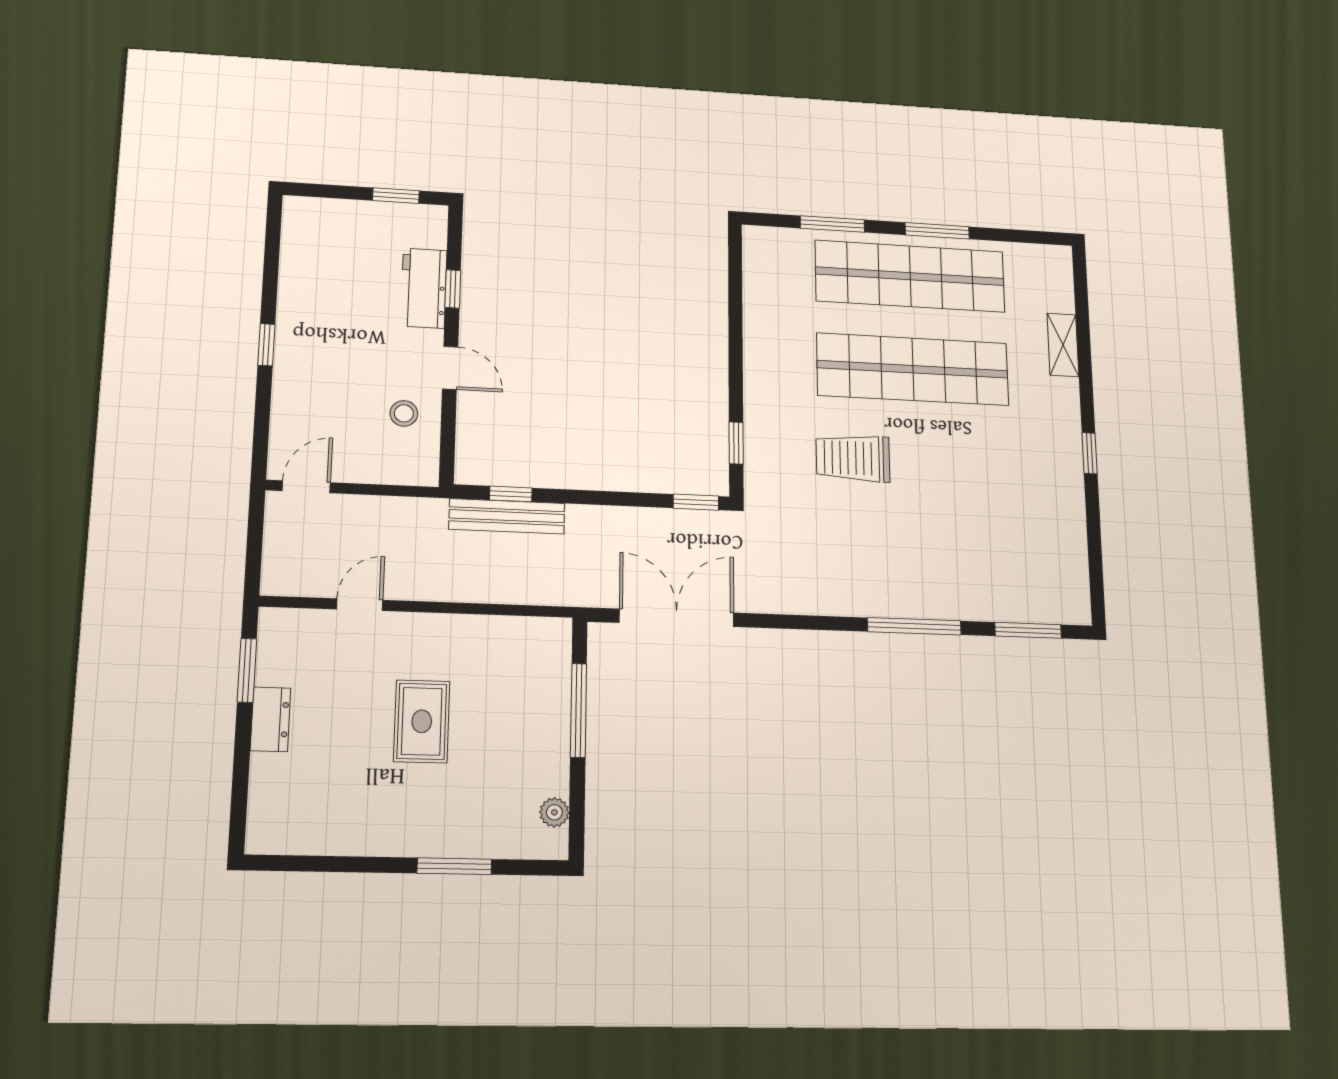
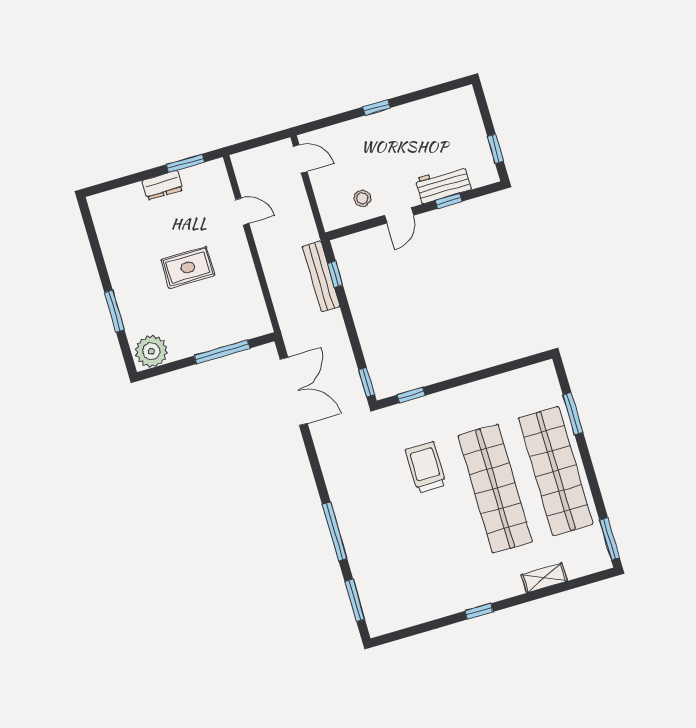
window: (937, 231) -> (610, 539), moved
plant: (554, 812) -> (151, 351), width x1.88, depth x1.88

